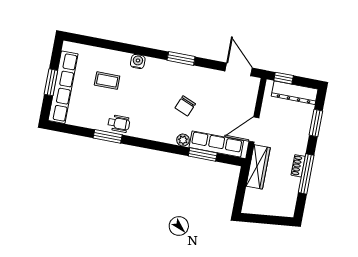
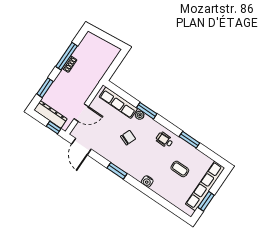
coffee table: (107, 81) -> (180, 169), moved
window: (51, 82) -> (206, 201), moved
wheelchair: (119, 124) -> (164, 140), moved
door: (254, 130) -> (81, 113), moved
window: (203, 154) -> (147, 111), moved
wardrobe: (258, 167) -> (97, 75), removed

